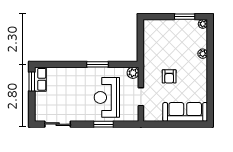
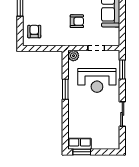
armchair: (158, 32) -> (34, 32), added
sliding door: (58, 124) -> (122, 114), moved
window: (104, 124) -> (122, 69), moved

